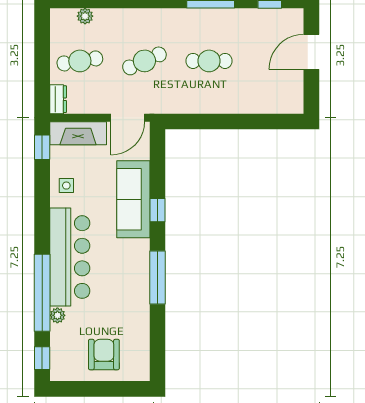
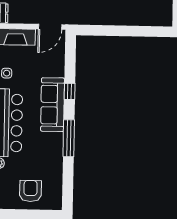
sofa: (133, 199) -> (53, 105), moved

